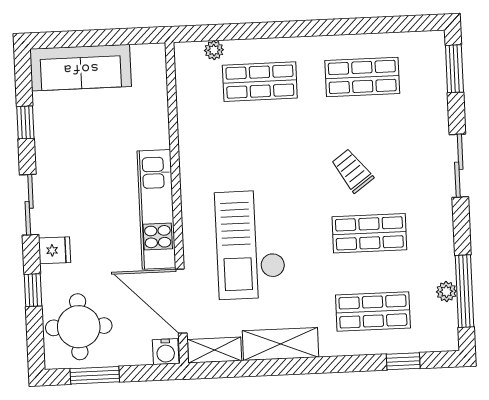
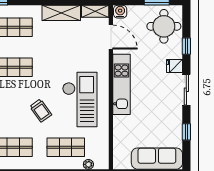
trolley: (352, 171) -> (41, 111), moved
checkout: (250, 245) -> (80, 100), moved
door: (181, 301) -> (111, 37), width x0.73

